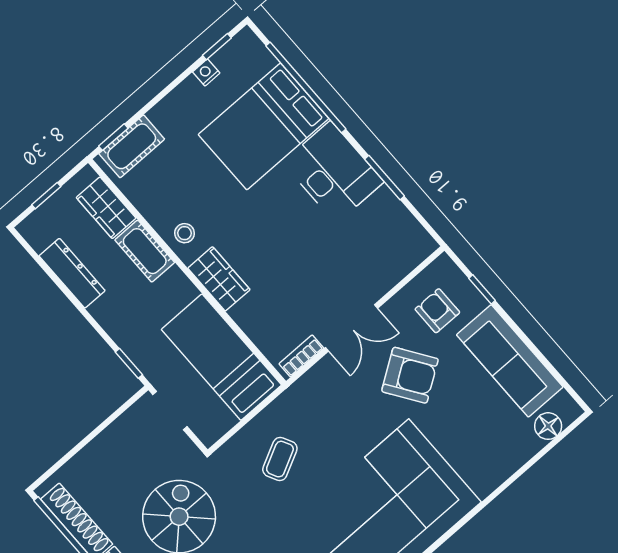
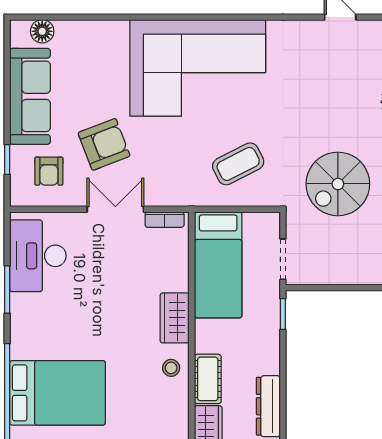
desk: (333, 172) -> (38, 256), moved
armchair: (410, 375) -> (104, 144), turned 103
coffee table: (280, 459) -> (238, 164), width x1.36, depth x1.30

